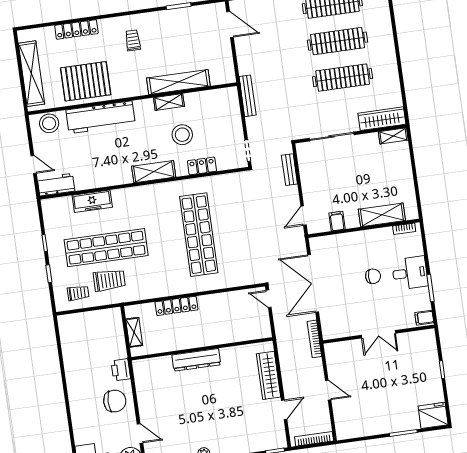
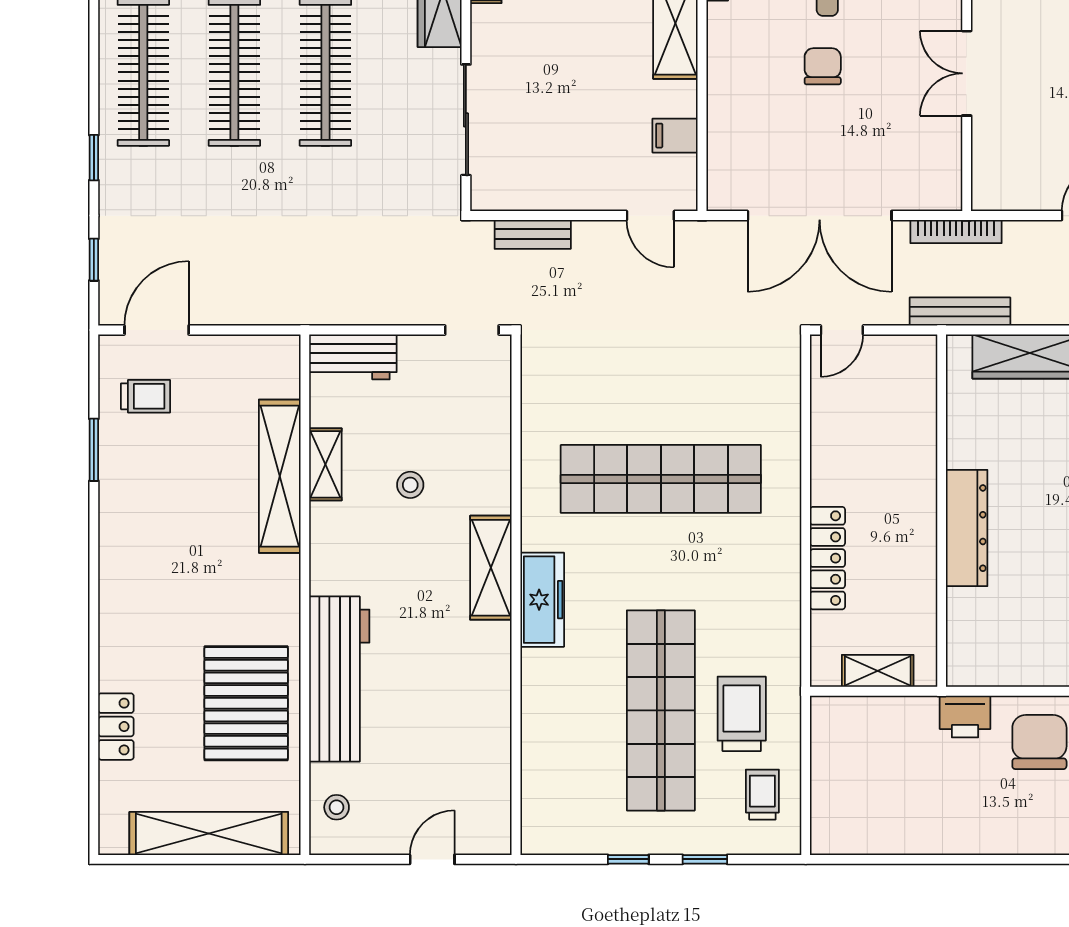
locker: (76, 29) -> (116, 727), width x0.66
trolley: (133, 40) -> (146, 396), moved, turned 180
bench: (248, 96) -> (960, 312), moved
shelving: (169, 102) -> (325, 464), moved
stool: (49, 123) -> (337, 807), width x0.53, depth x0.53
stool: (182, 135) -> (410, 485), width x0.53, depth x0.53
locker: (202, 166) -> (494, 447), removed
workbench: (56, 185) -> (353, 357), moved, turned -90
freezer: (92, 201) -> (542, 600), moved
double door: (378, 334) -> (967, 73), swing flipped

